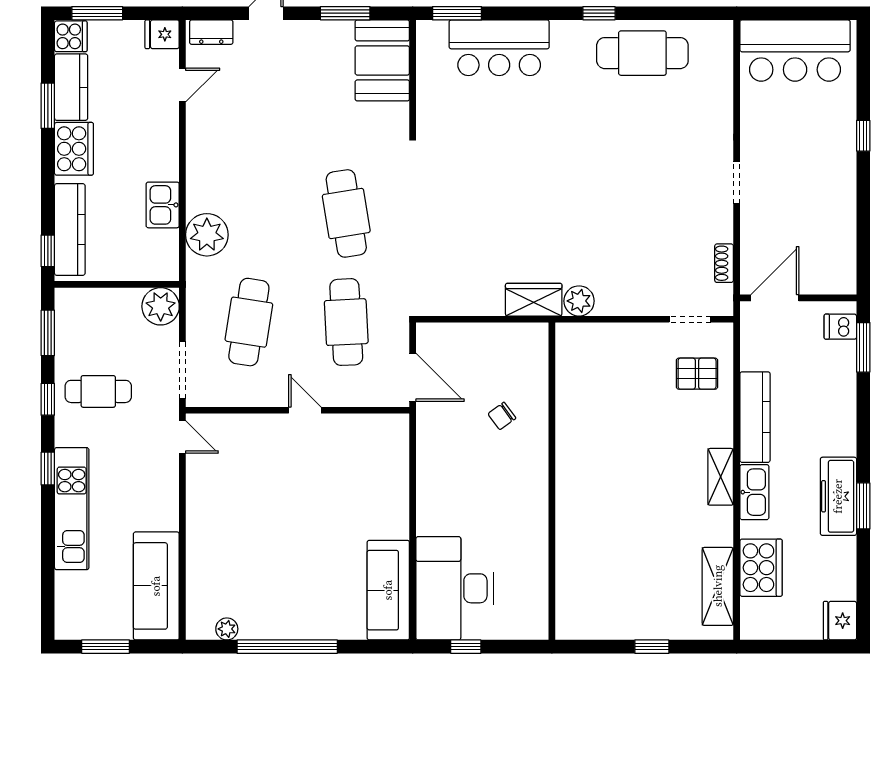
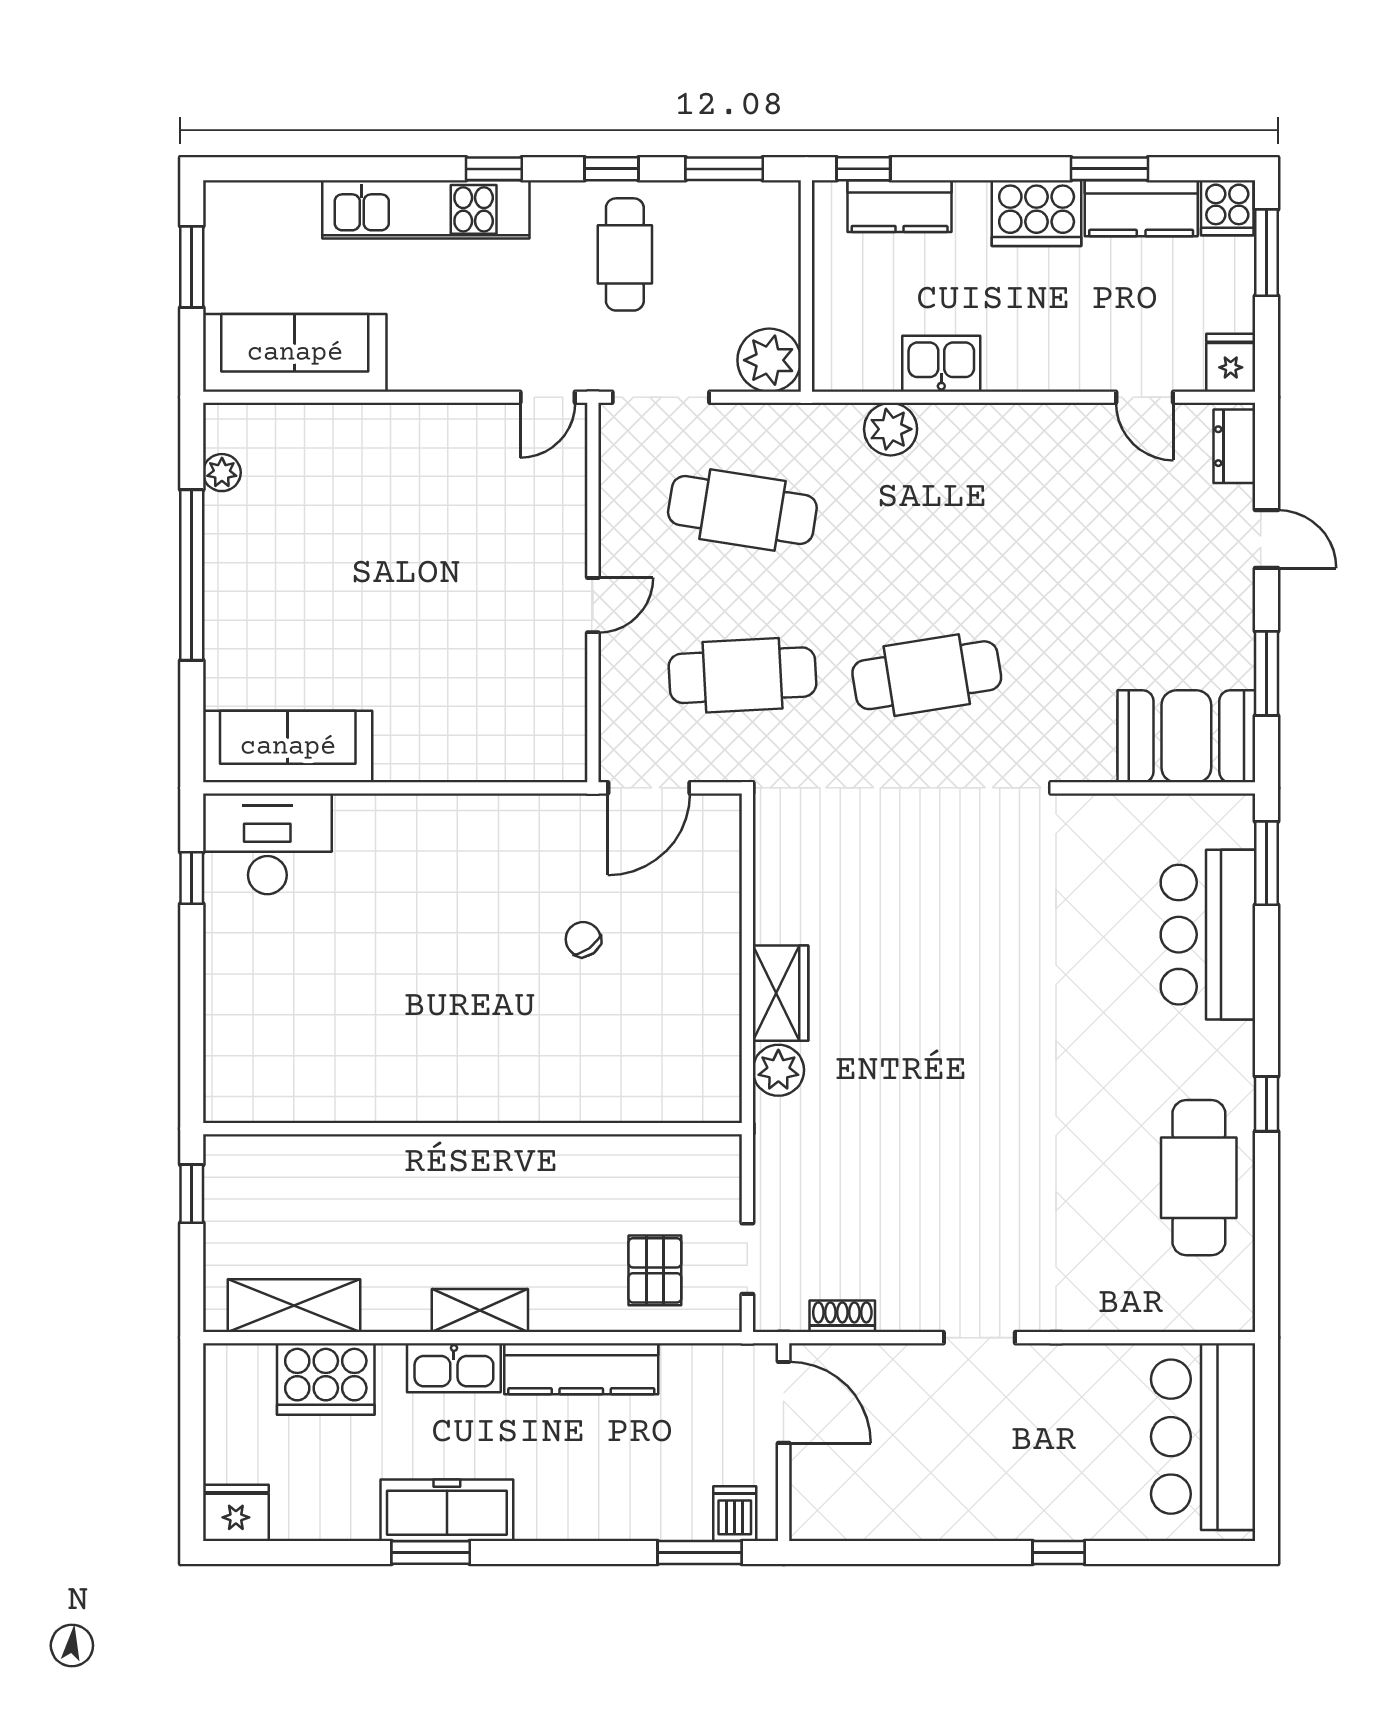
kitchen counter: (70, 230) -> (900, 206), width x0.67
plant: (207, 235) -> (891, 429), width x0.73, depth x0.73
wall: (552, 481) -> (472, 1129), moved
desk: (455, 588) -> (267, 844), width x0.73, depth x0.77

